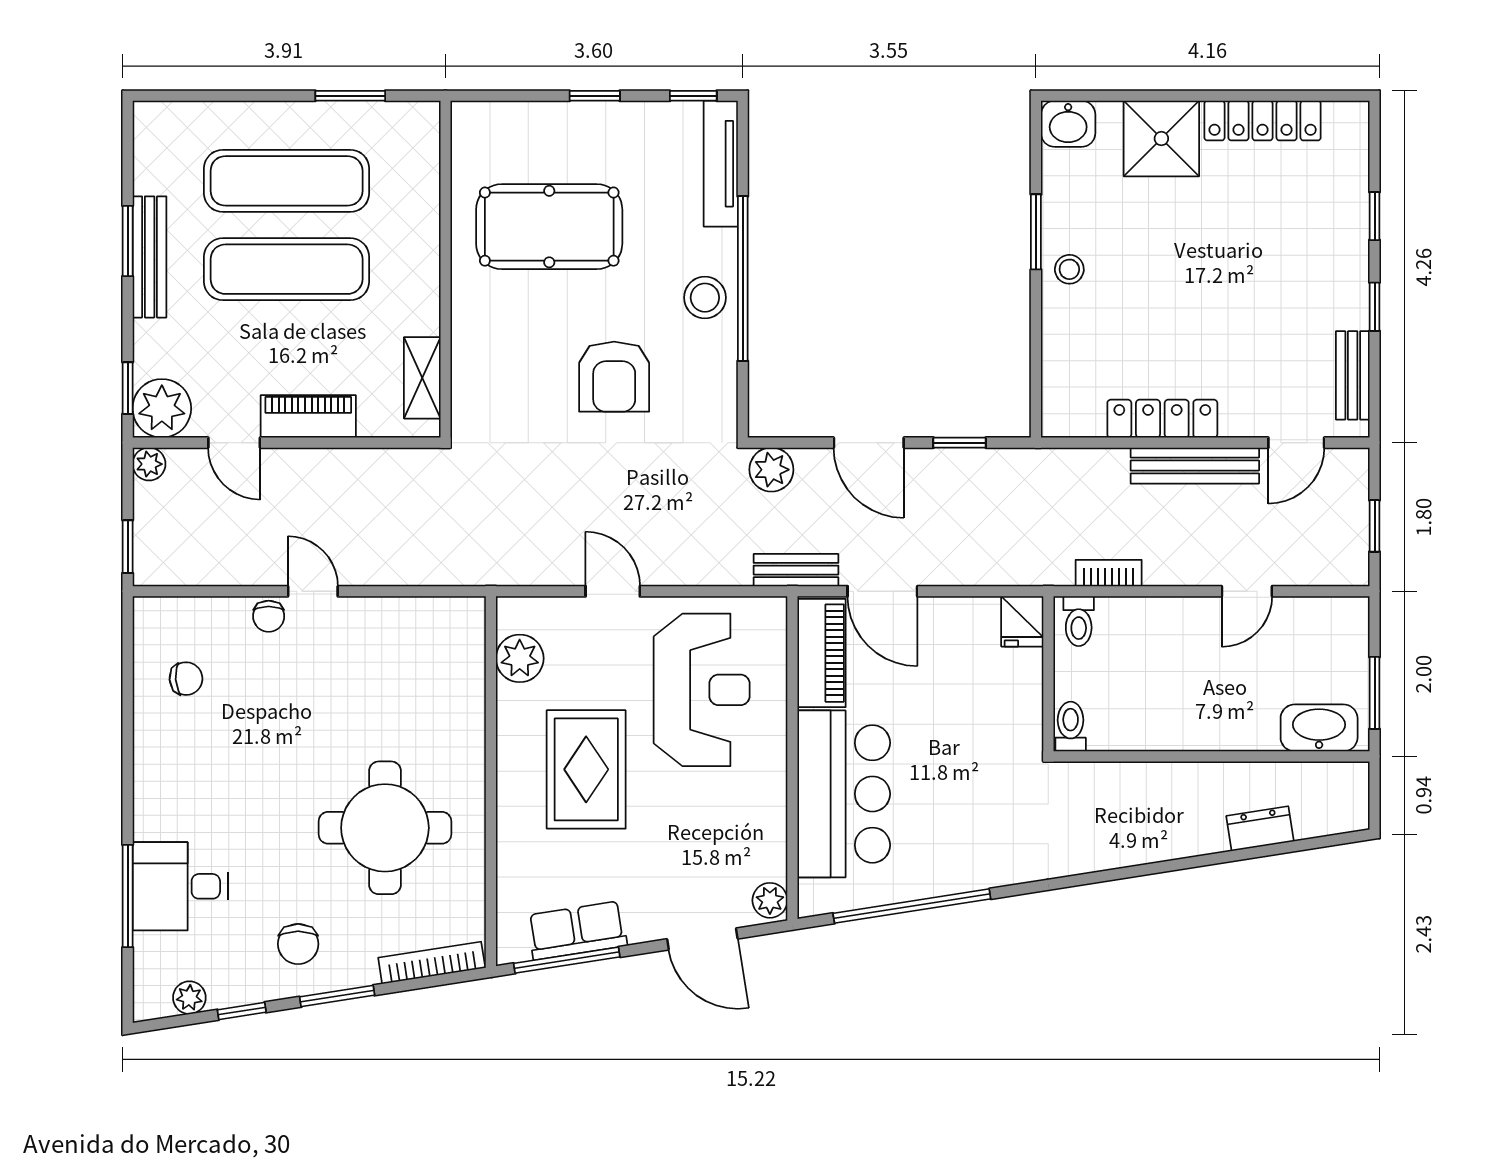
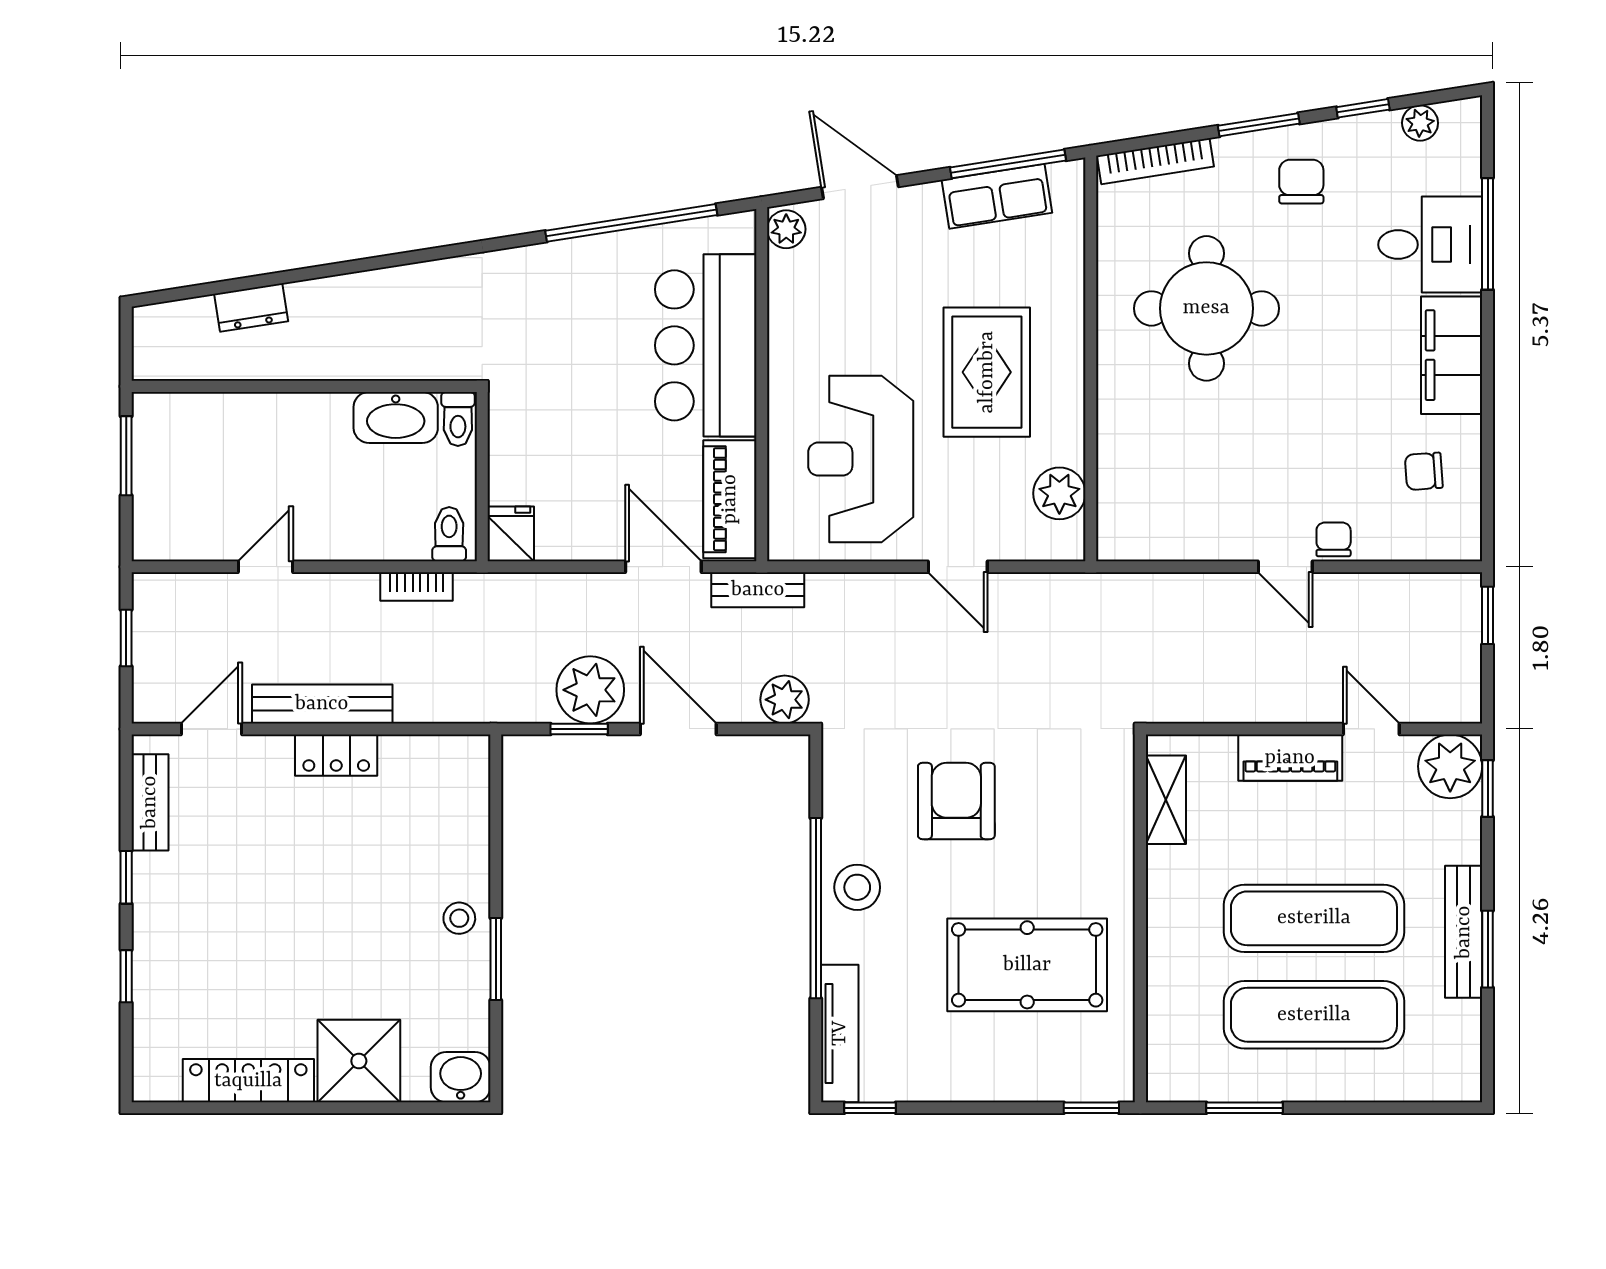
window: (595, 96) -> (1091, 1108), moved
locker: (1162, 419) -> (336, 755), width x0.66
plant: (149, 464) -> (590, 690), moved, width x1.88, depth x1.88
washbasin: (1319, 728) -> (396, 417), moved
filing cabinet: (161, 785) -> (1452, 355), added

